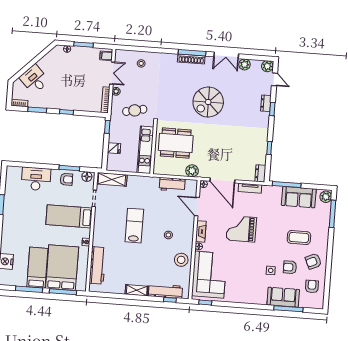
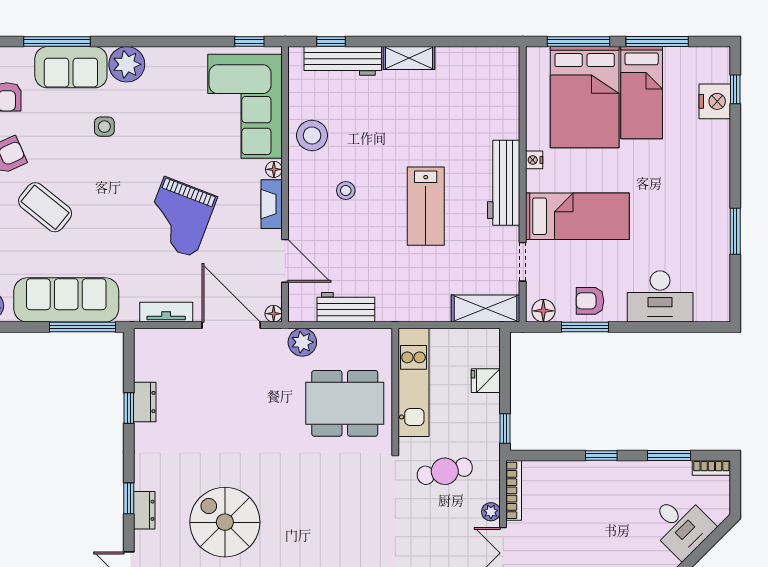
spiral stairs: (208, 102) -> (225, 522), moved, turned -90
dresser: (260, 173) -> (145, 402), moved
sofa: (299, 197) -> (66, 300), width x1.36
grand piano: (241, 229) -> (179, 217), turned 111
coffee table: (299, 237) -> (45, 207), turned 39
workbench: (97, 265) -> (504, 183), moved
armchair: (290, 267) -> (61, 137), removed
plant: (259, 297) -> (127, 64), added

